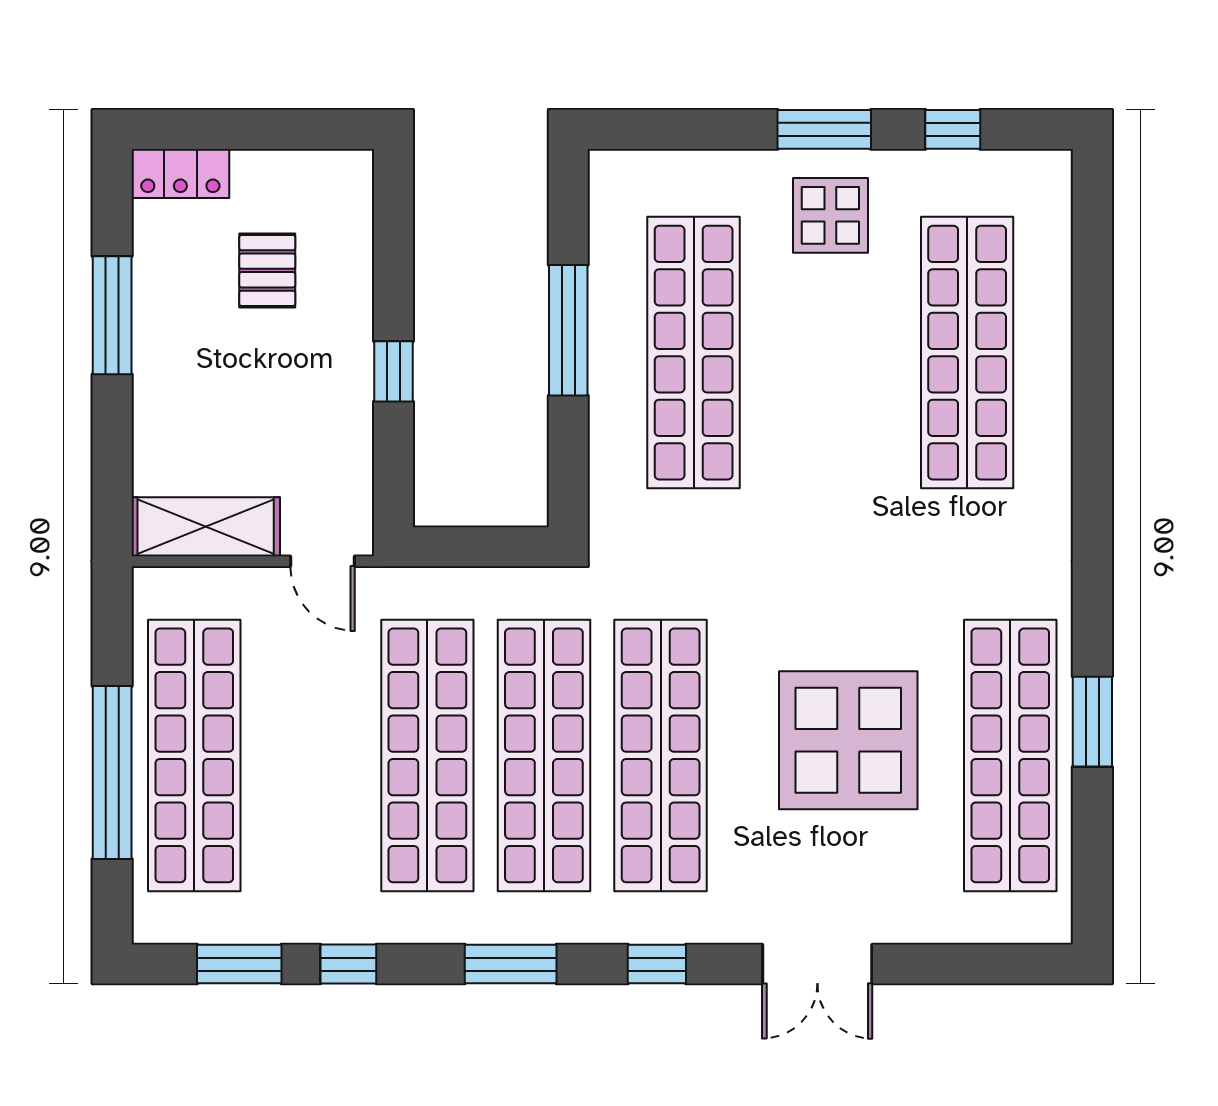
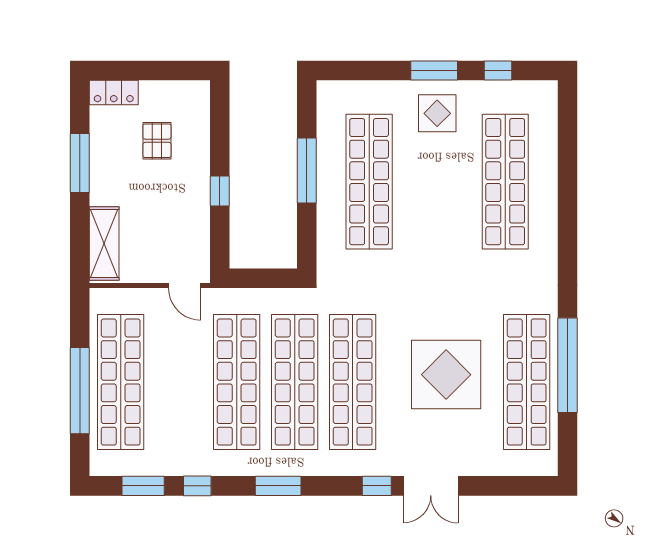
shelving: (206, 527) -> (104, 243), moved, turned 90
window: (1092, 722) -> (568, 365), width x2.11
window: (657, 964) -> (377, 486), moved

